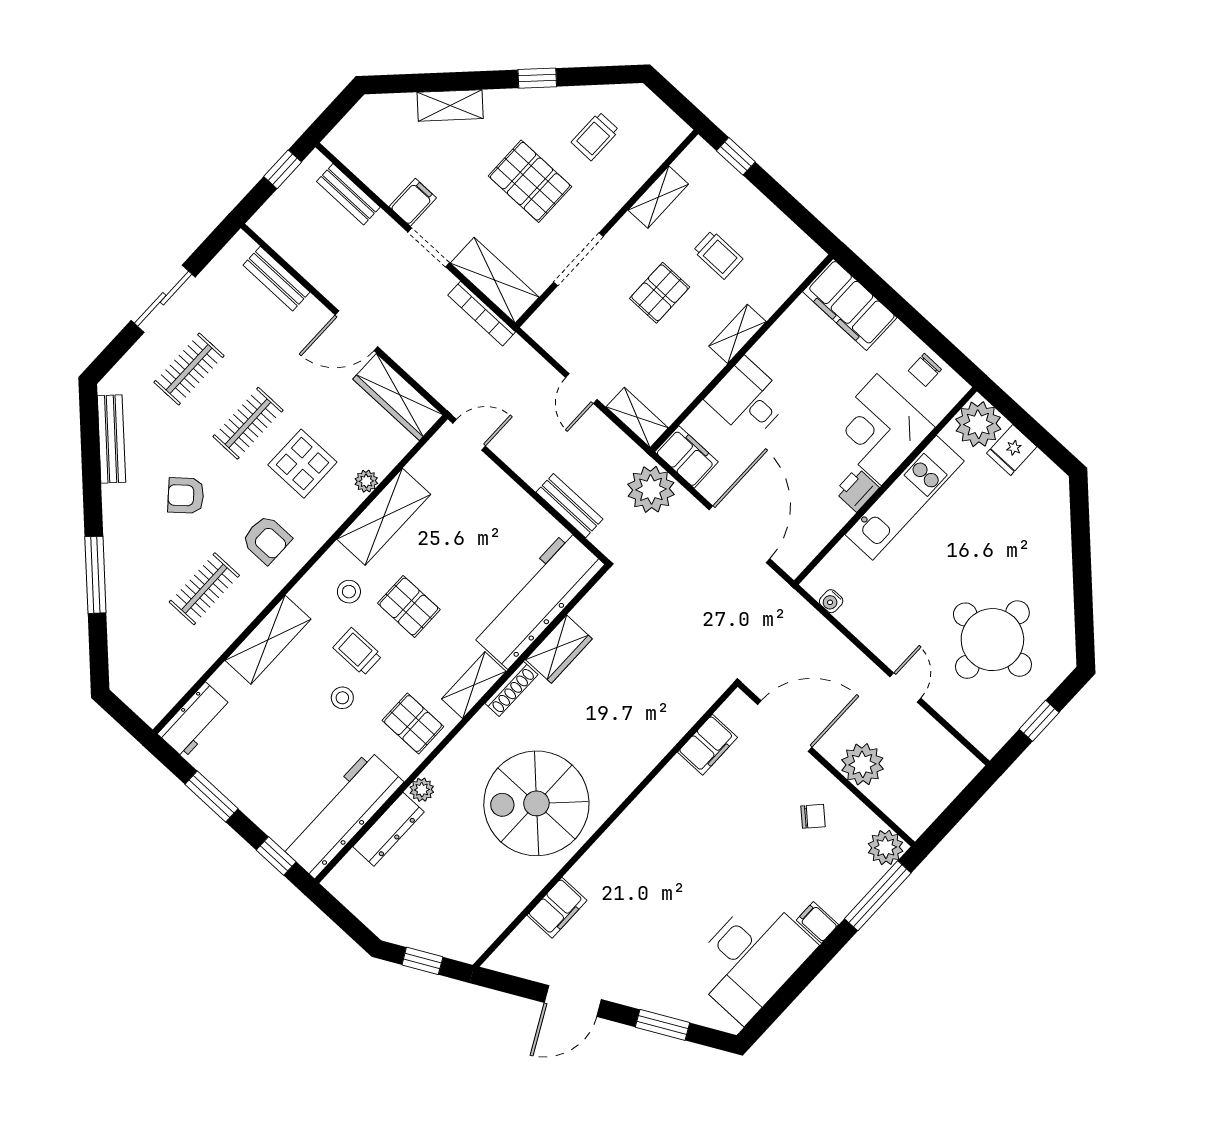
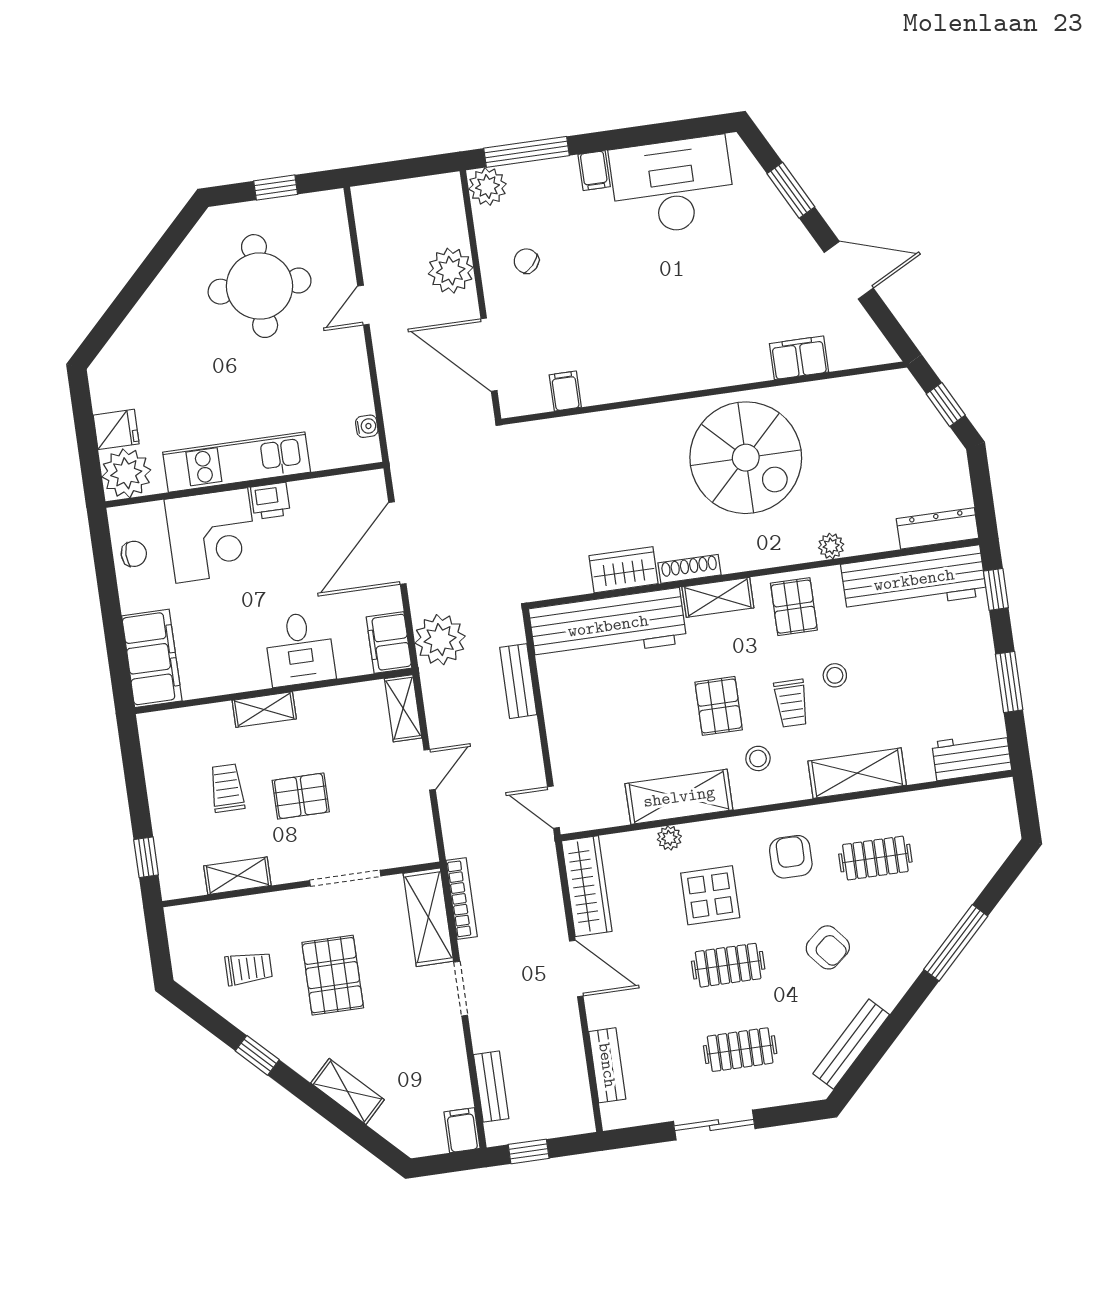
filing cabinet: (413, 202) -> (462, 1130), moved, turned 90
filing cabinet: (707, 745) -> (565, 391), width x0.50
dresser: (388, 829) -> (938, 528), moved

